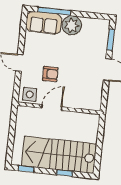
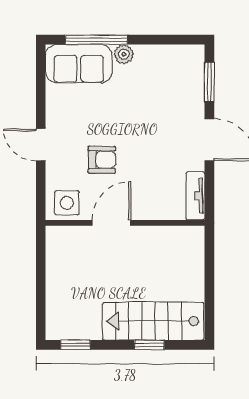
plant: (72, 25) -> (124, 54), width x0.53, depth x0.53
tv unit: (97, 98) -> (195, 196), added
stairs: (59, 155) -> (153, 321), width x0.73, depth x0.66

